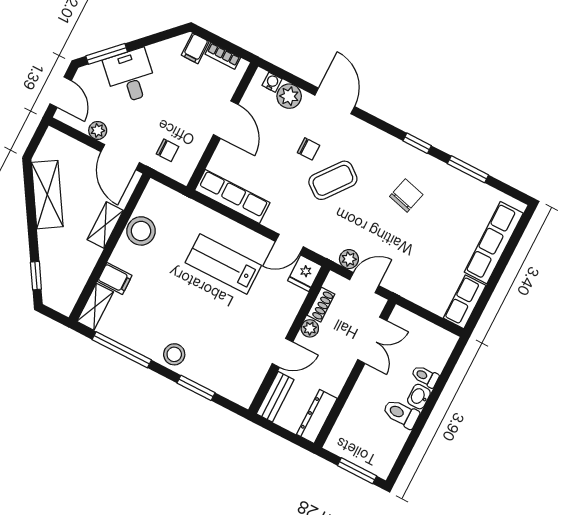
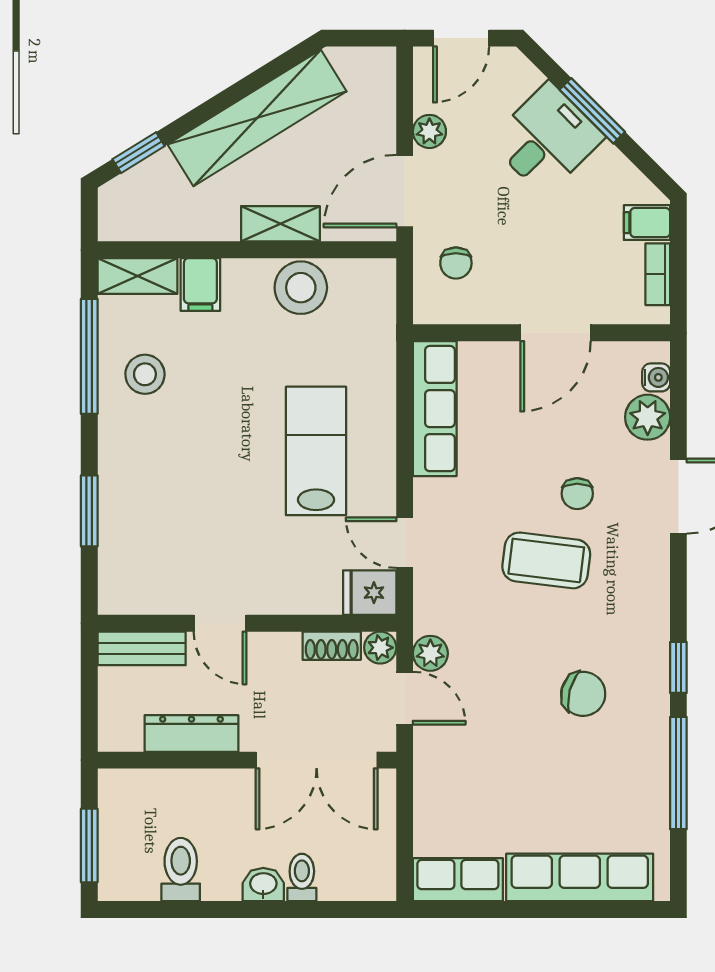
window: (107, 54) -> (592, 111), moved
window: (468, 169) -> (678, 773), width x1.44
coffee table: (333, 180) -> (546, 560), turned -31
shelving: (47, 195) -> (257, 118), width x1.47
plant: (310, 328) -> (380, 648), moved
double door: (372, 340) -> (317, 760), width x1.37
stool: (174, 354) -> (145, 374), moved
toilet: (401, 414) -> (181, 870), moved
dresser: (317, 416) -> (191, 734), moved

